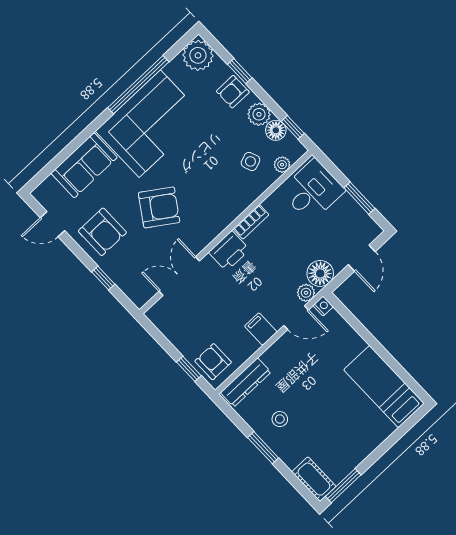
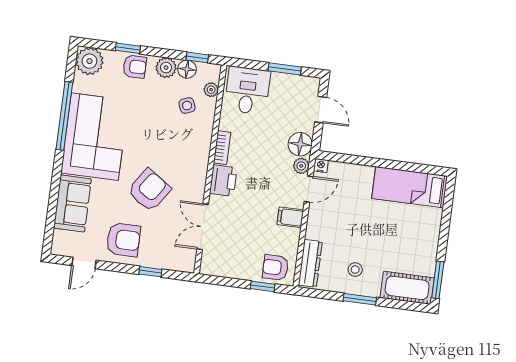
armchair: (233, 92) -> (135, 67), turned -90
cot: (314, 479) -> (407, 288), width x1.37, depth x1.34

